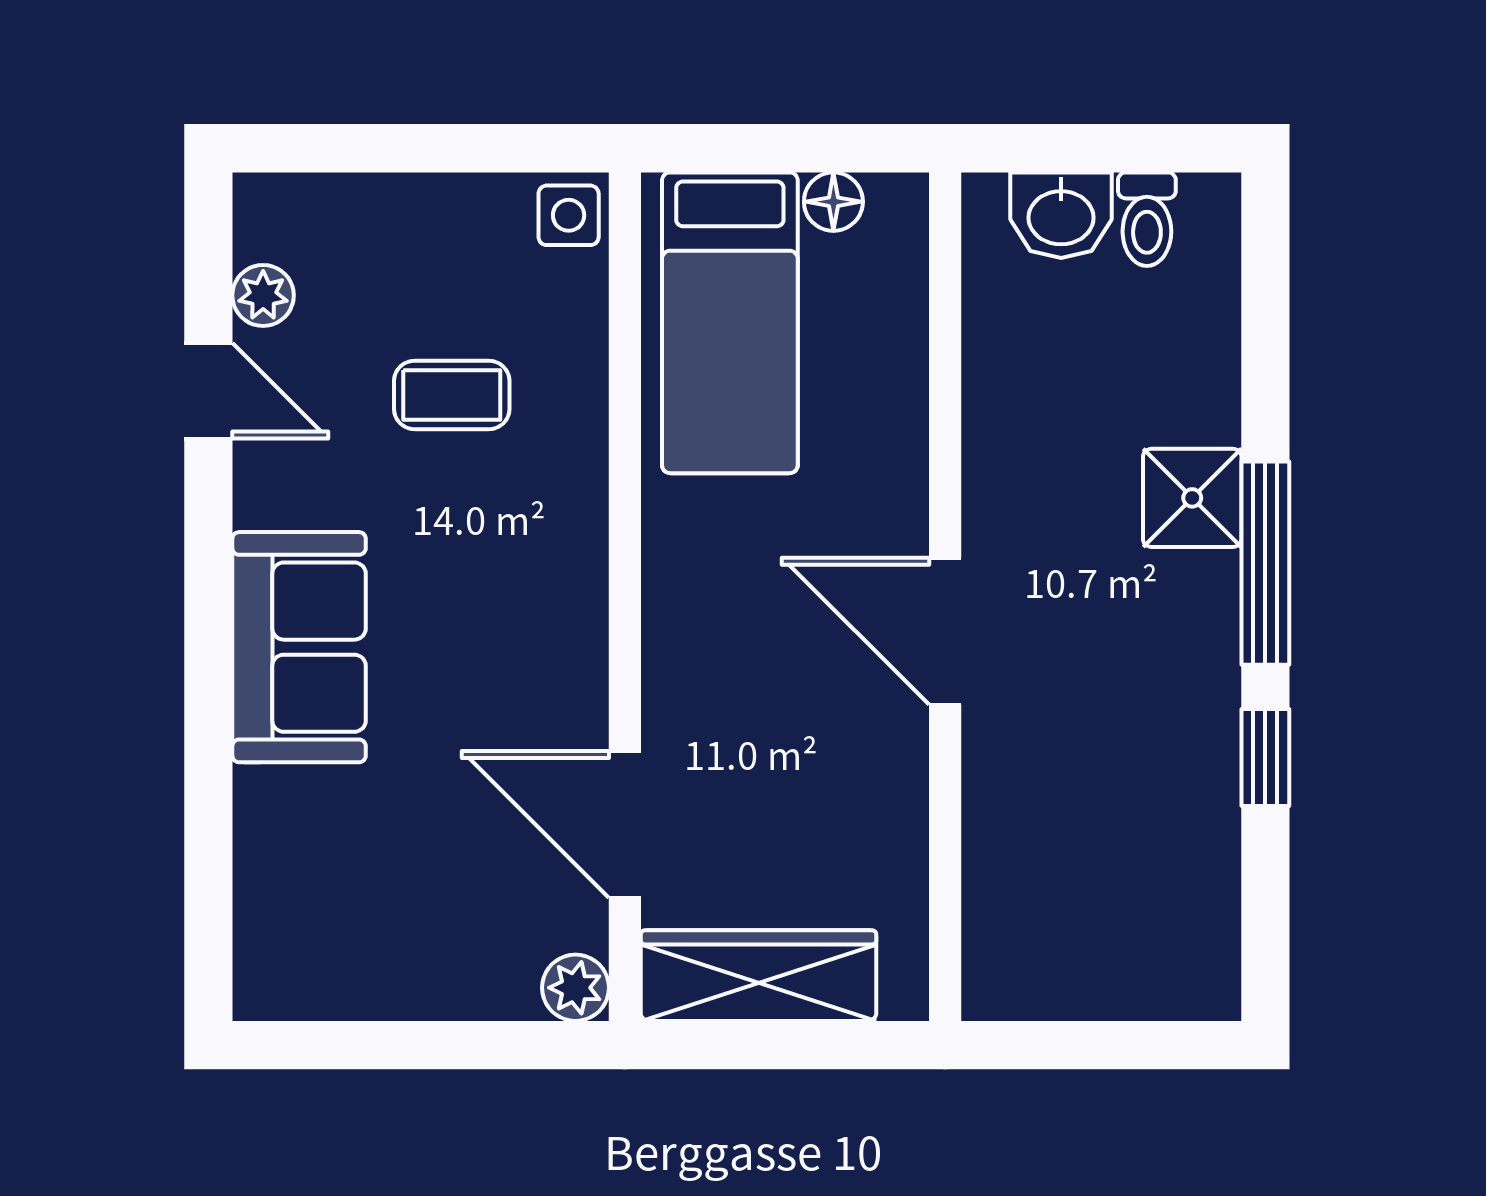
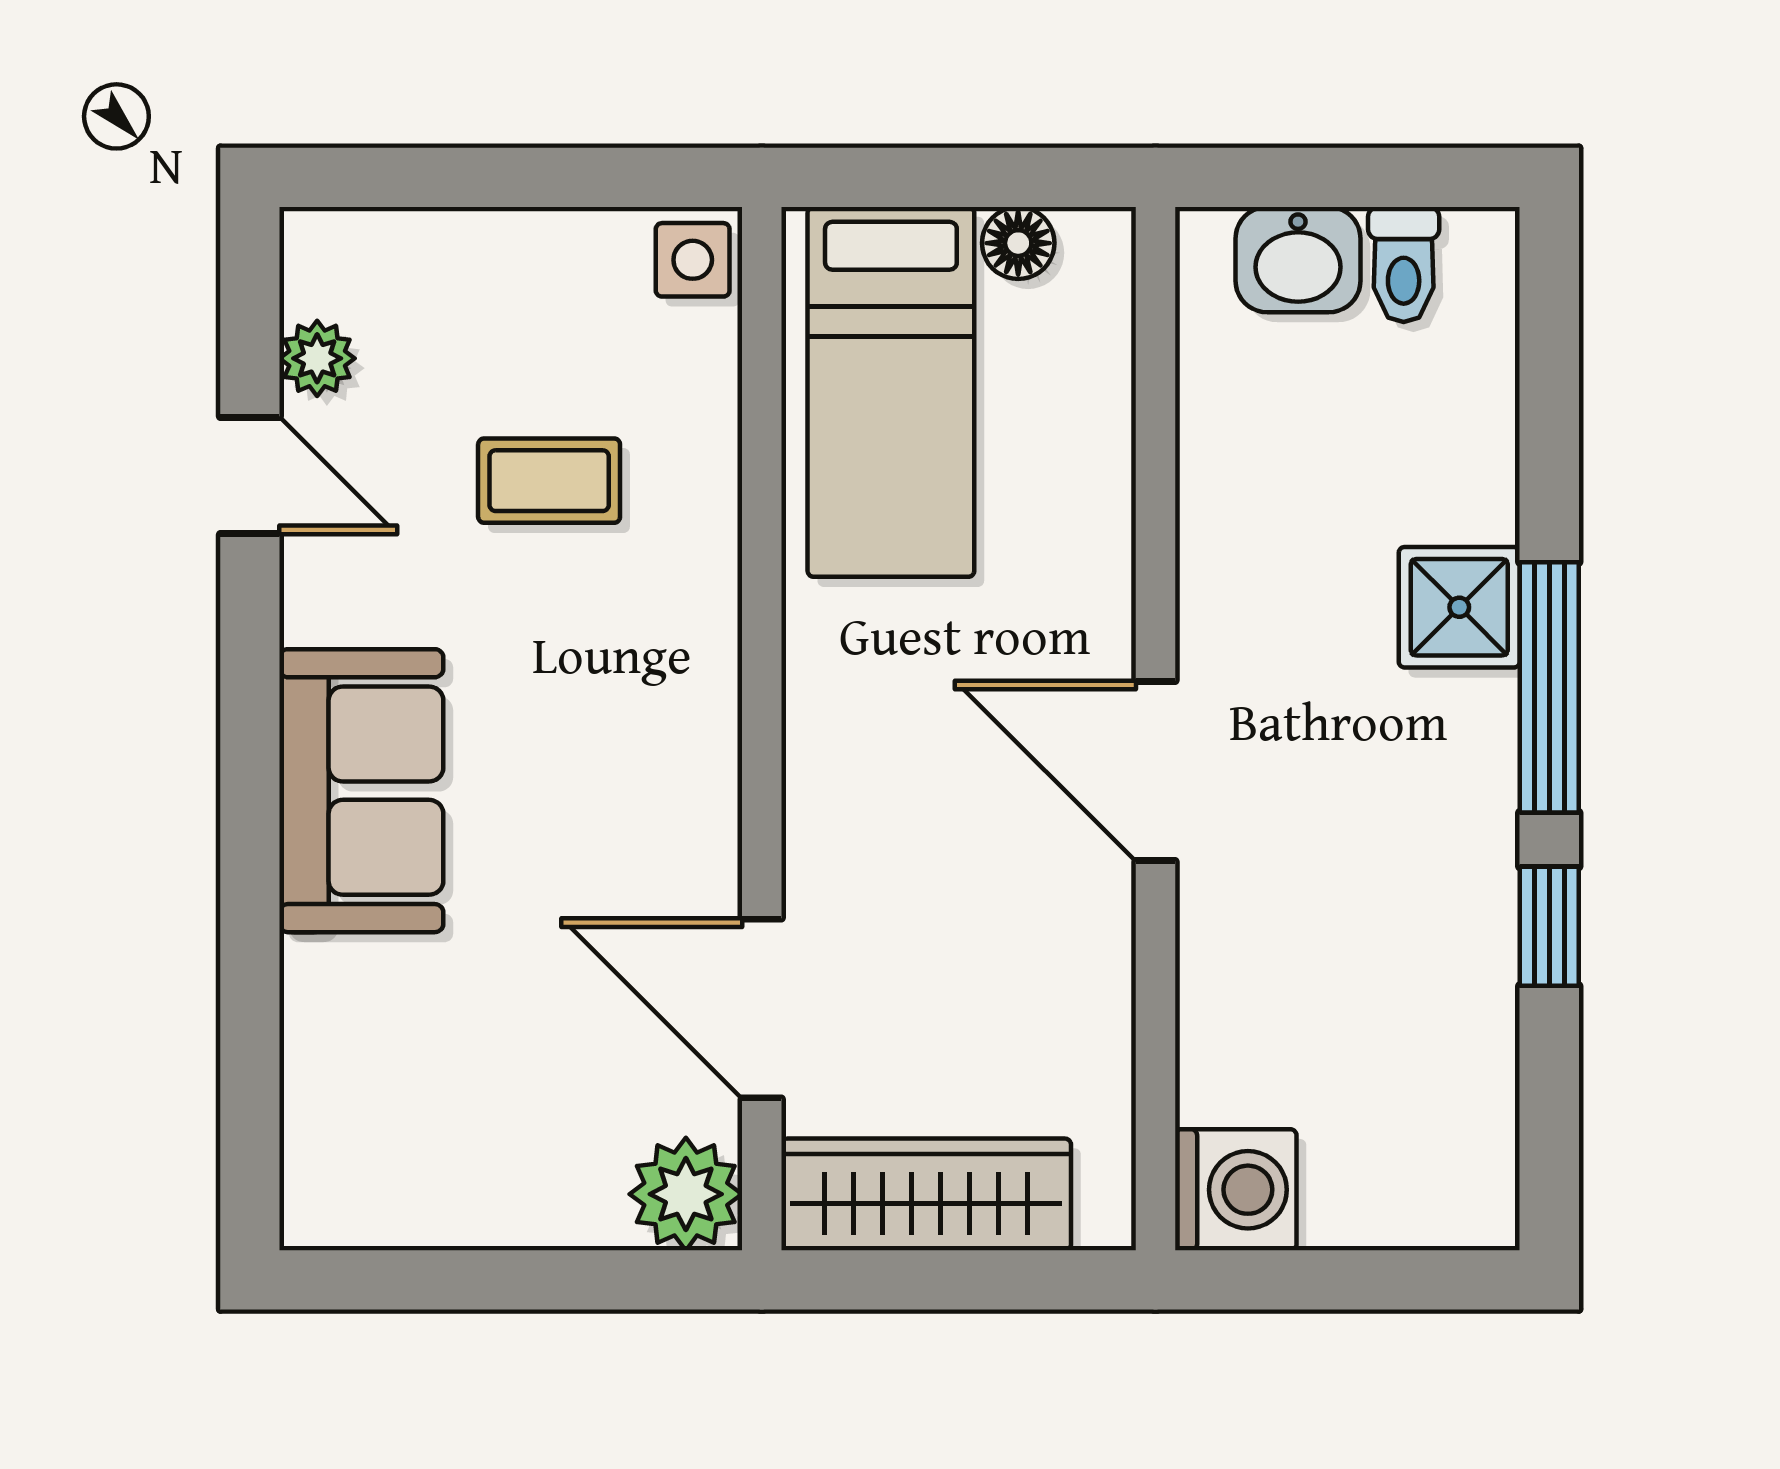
washing machine: (1010, 972) -> (1236, 1190), added
plant: (575, 988) -> (686, 1194), width x1.38, depth x1.38

